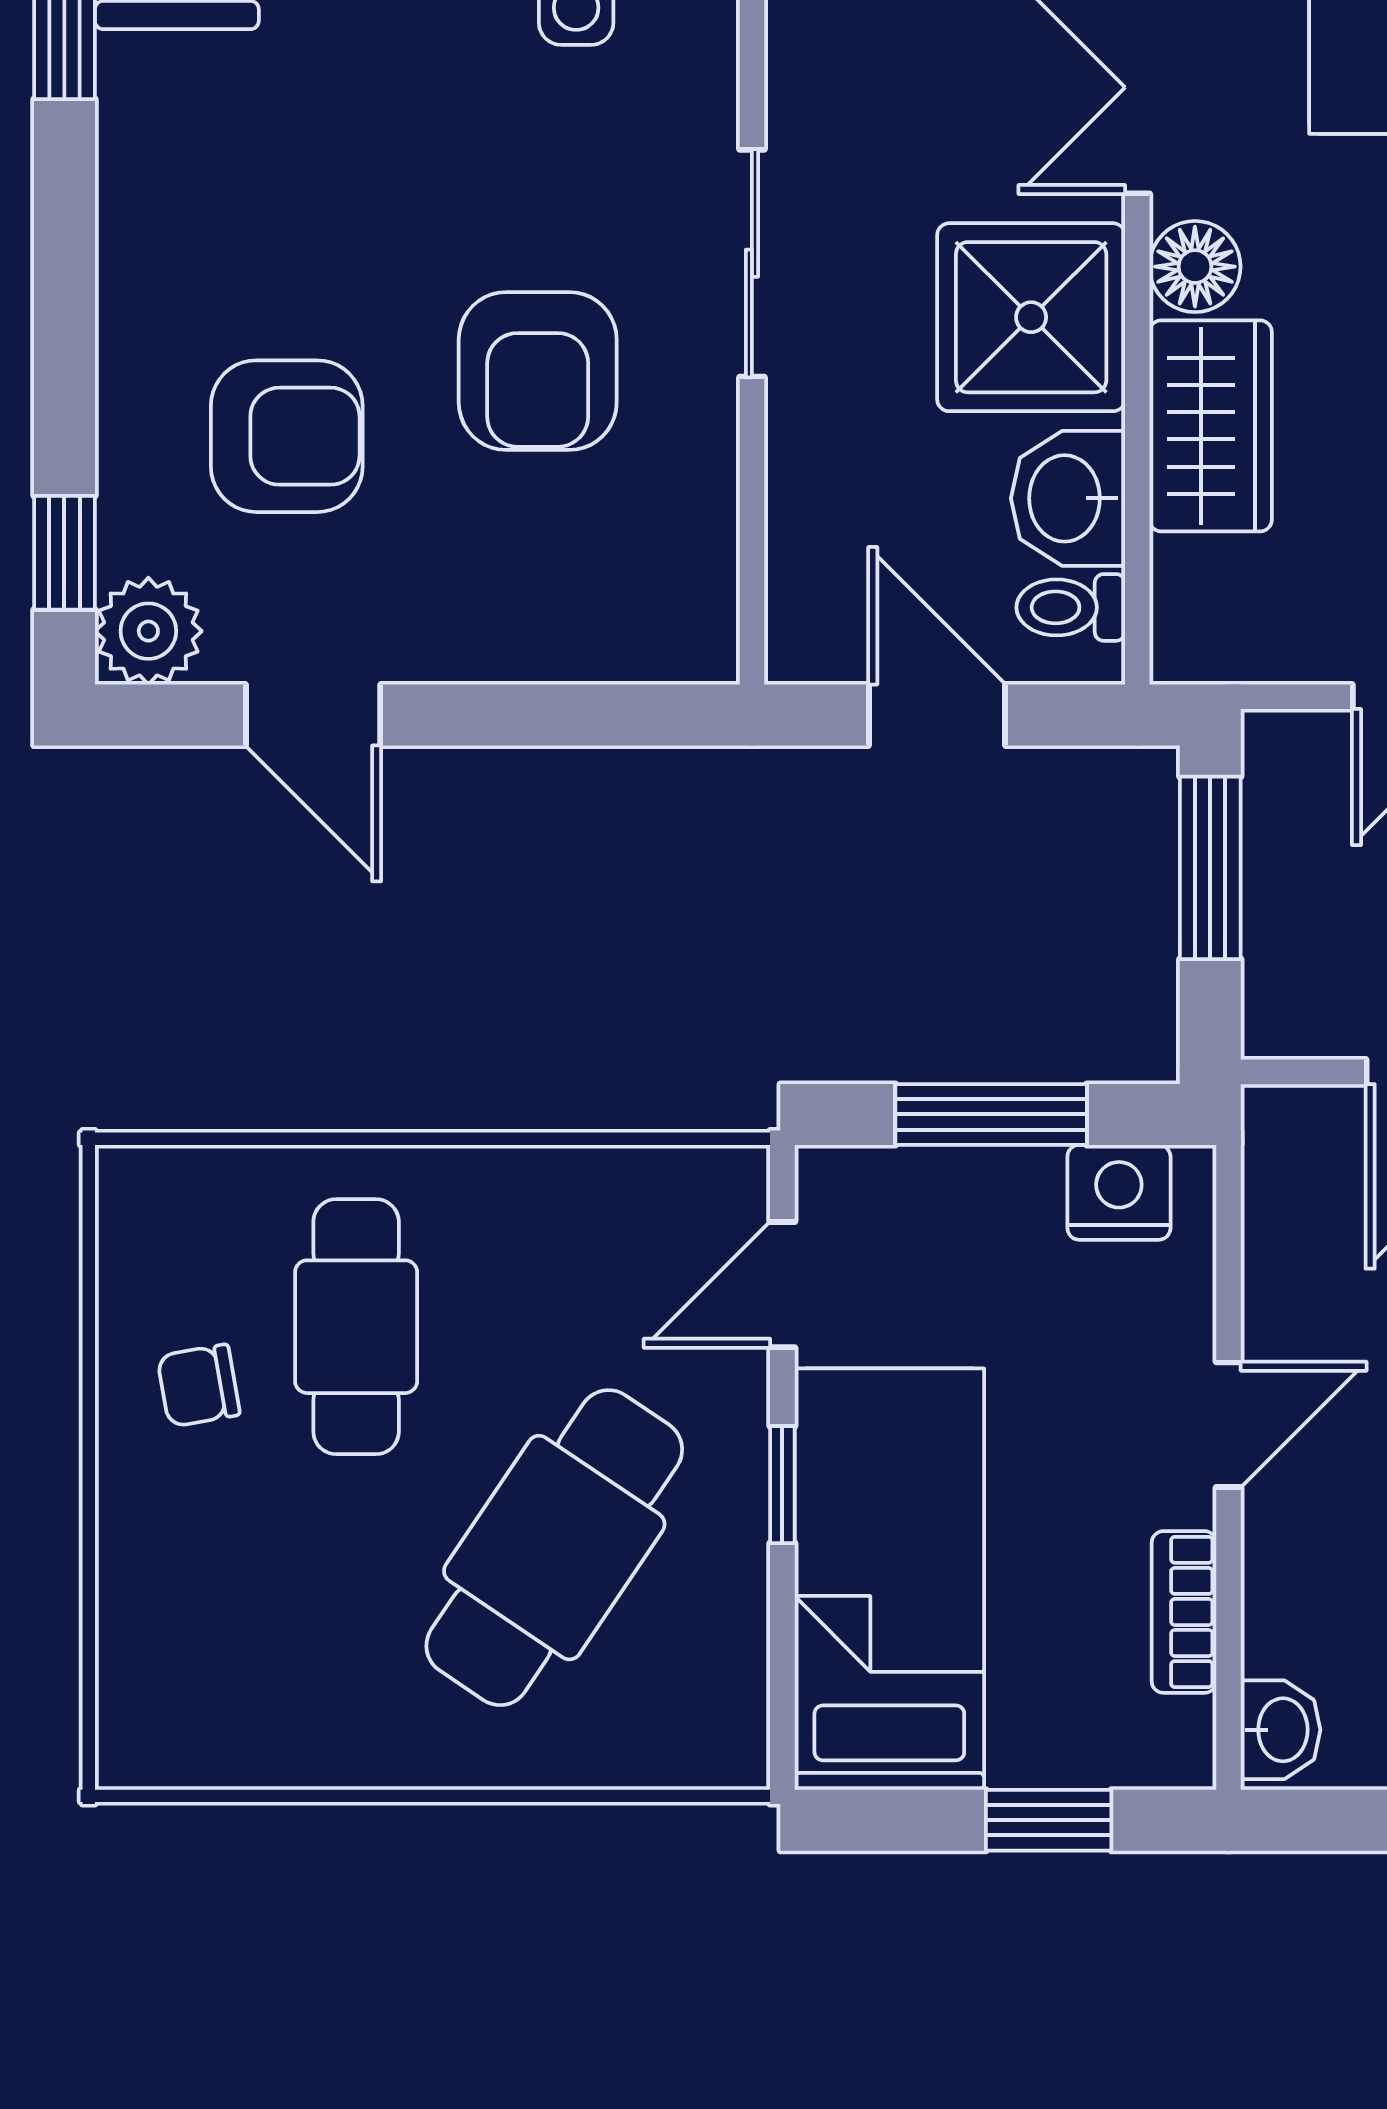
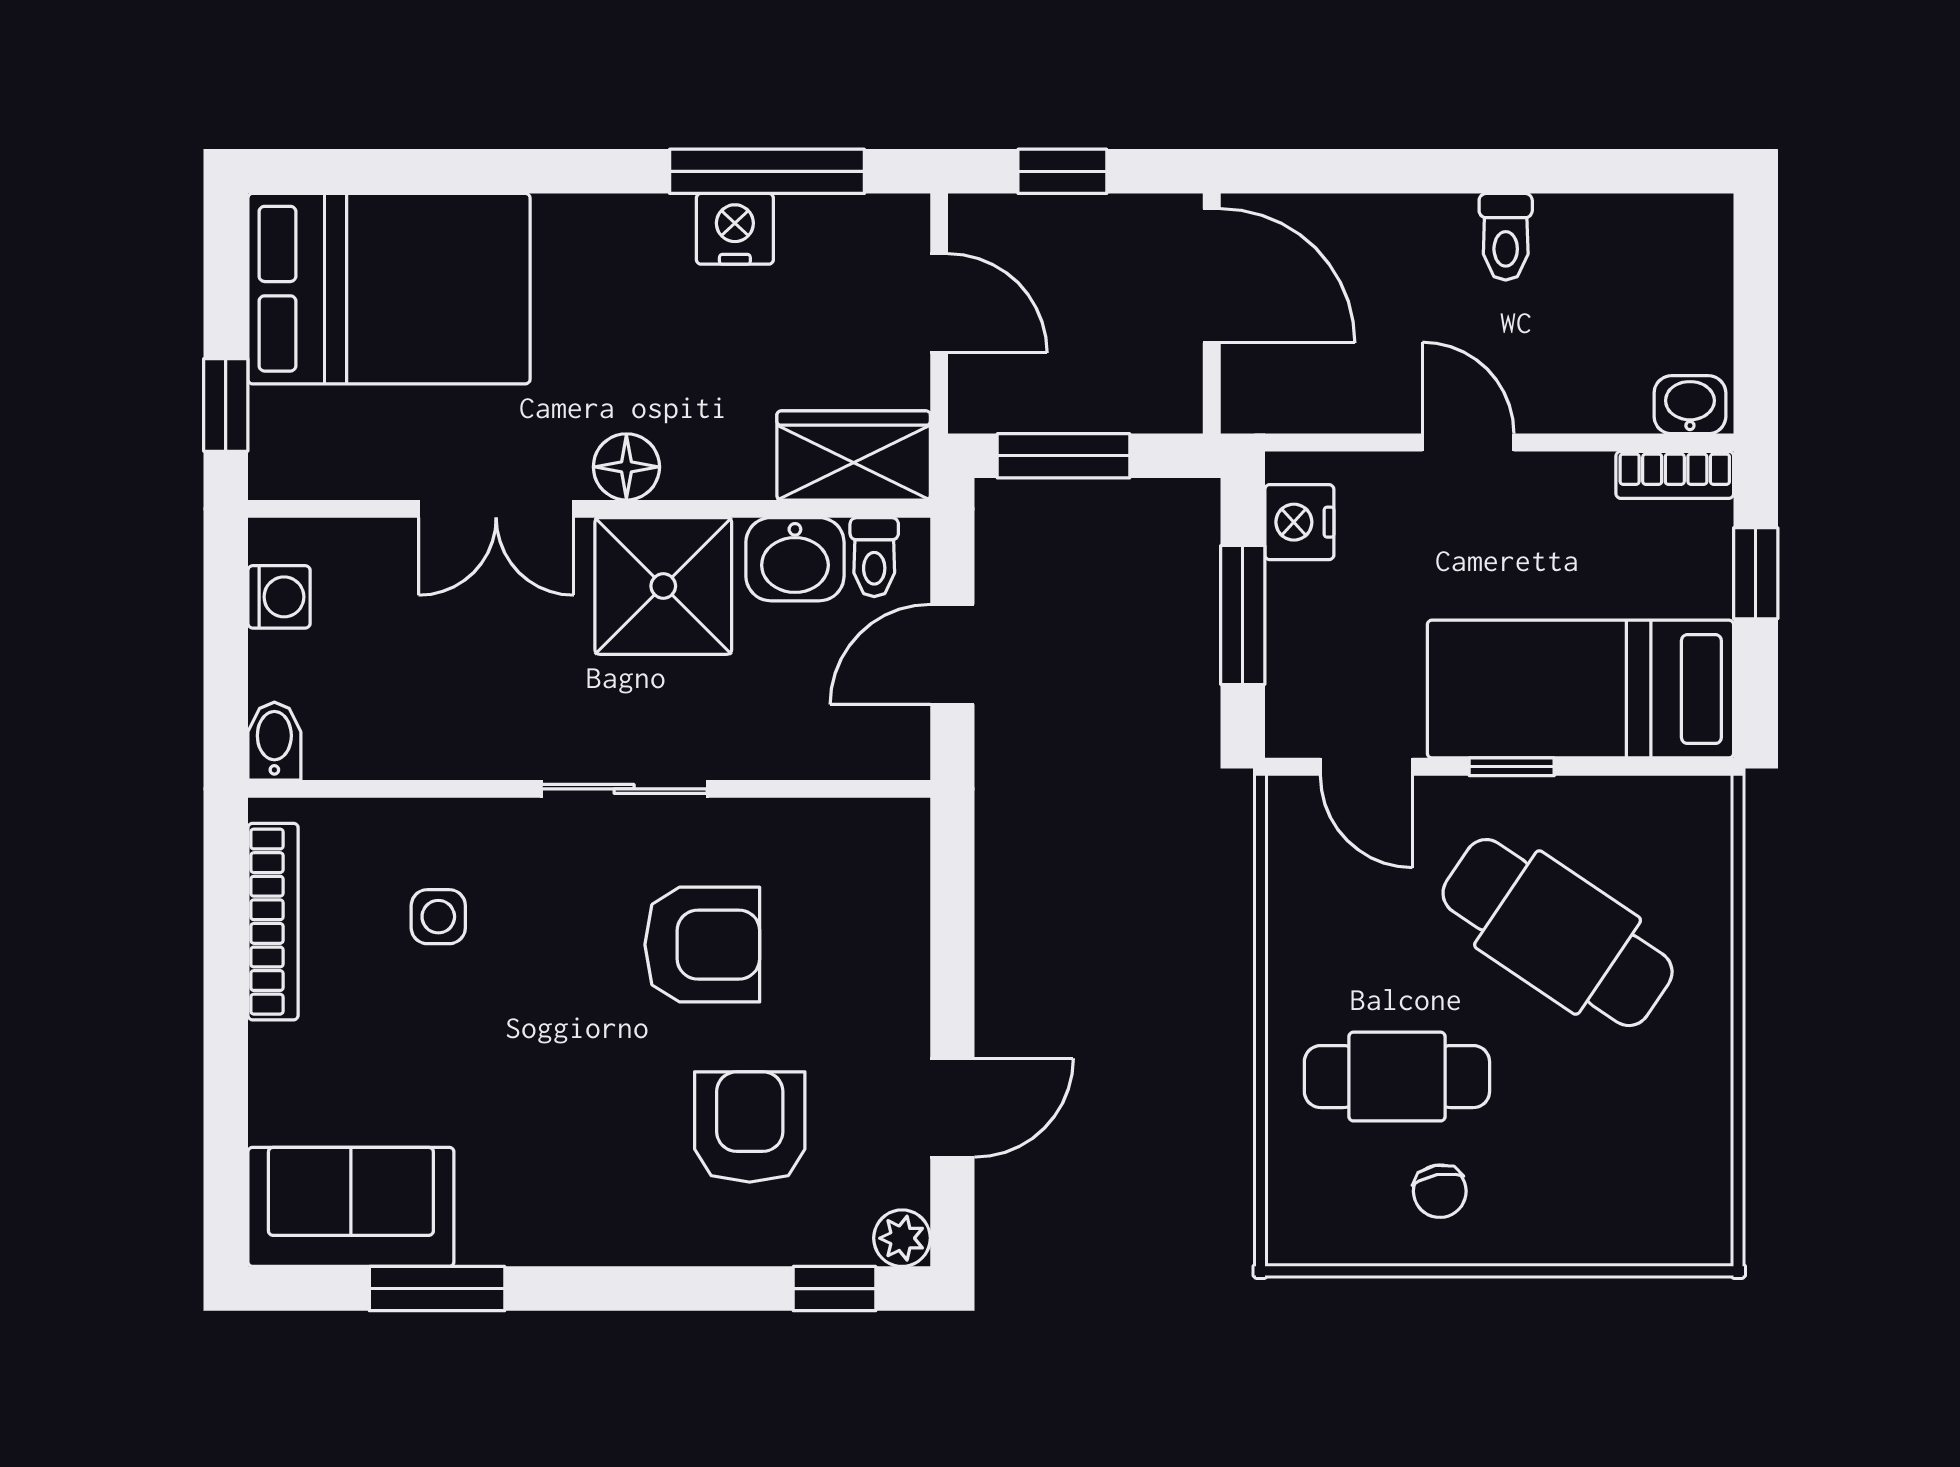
wardrobe: (1211, 426) -> (854, 455), moved
plant: (148, 631) -> (902, 1238), width x0.73, depth x0.73
bookcase: (1184, 1612) -> (1675, 475), moved

